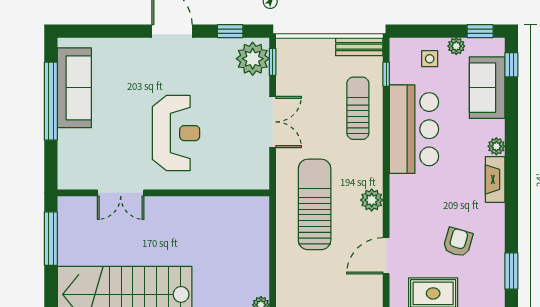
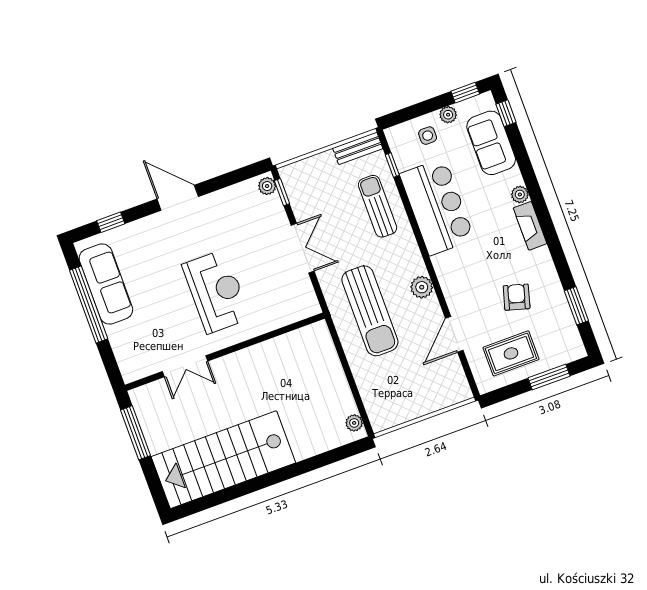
window: (230, 31) -> (111, 222), moved
plant: (253, 59) -> (267, 186), width x0.53, depth x0.53
sun lounger: (315, 204) -> (370, 311), turned 180

